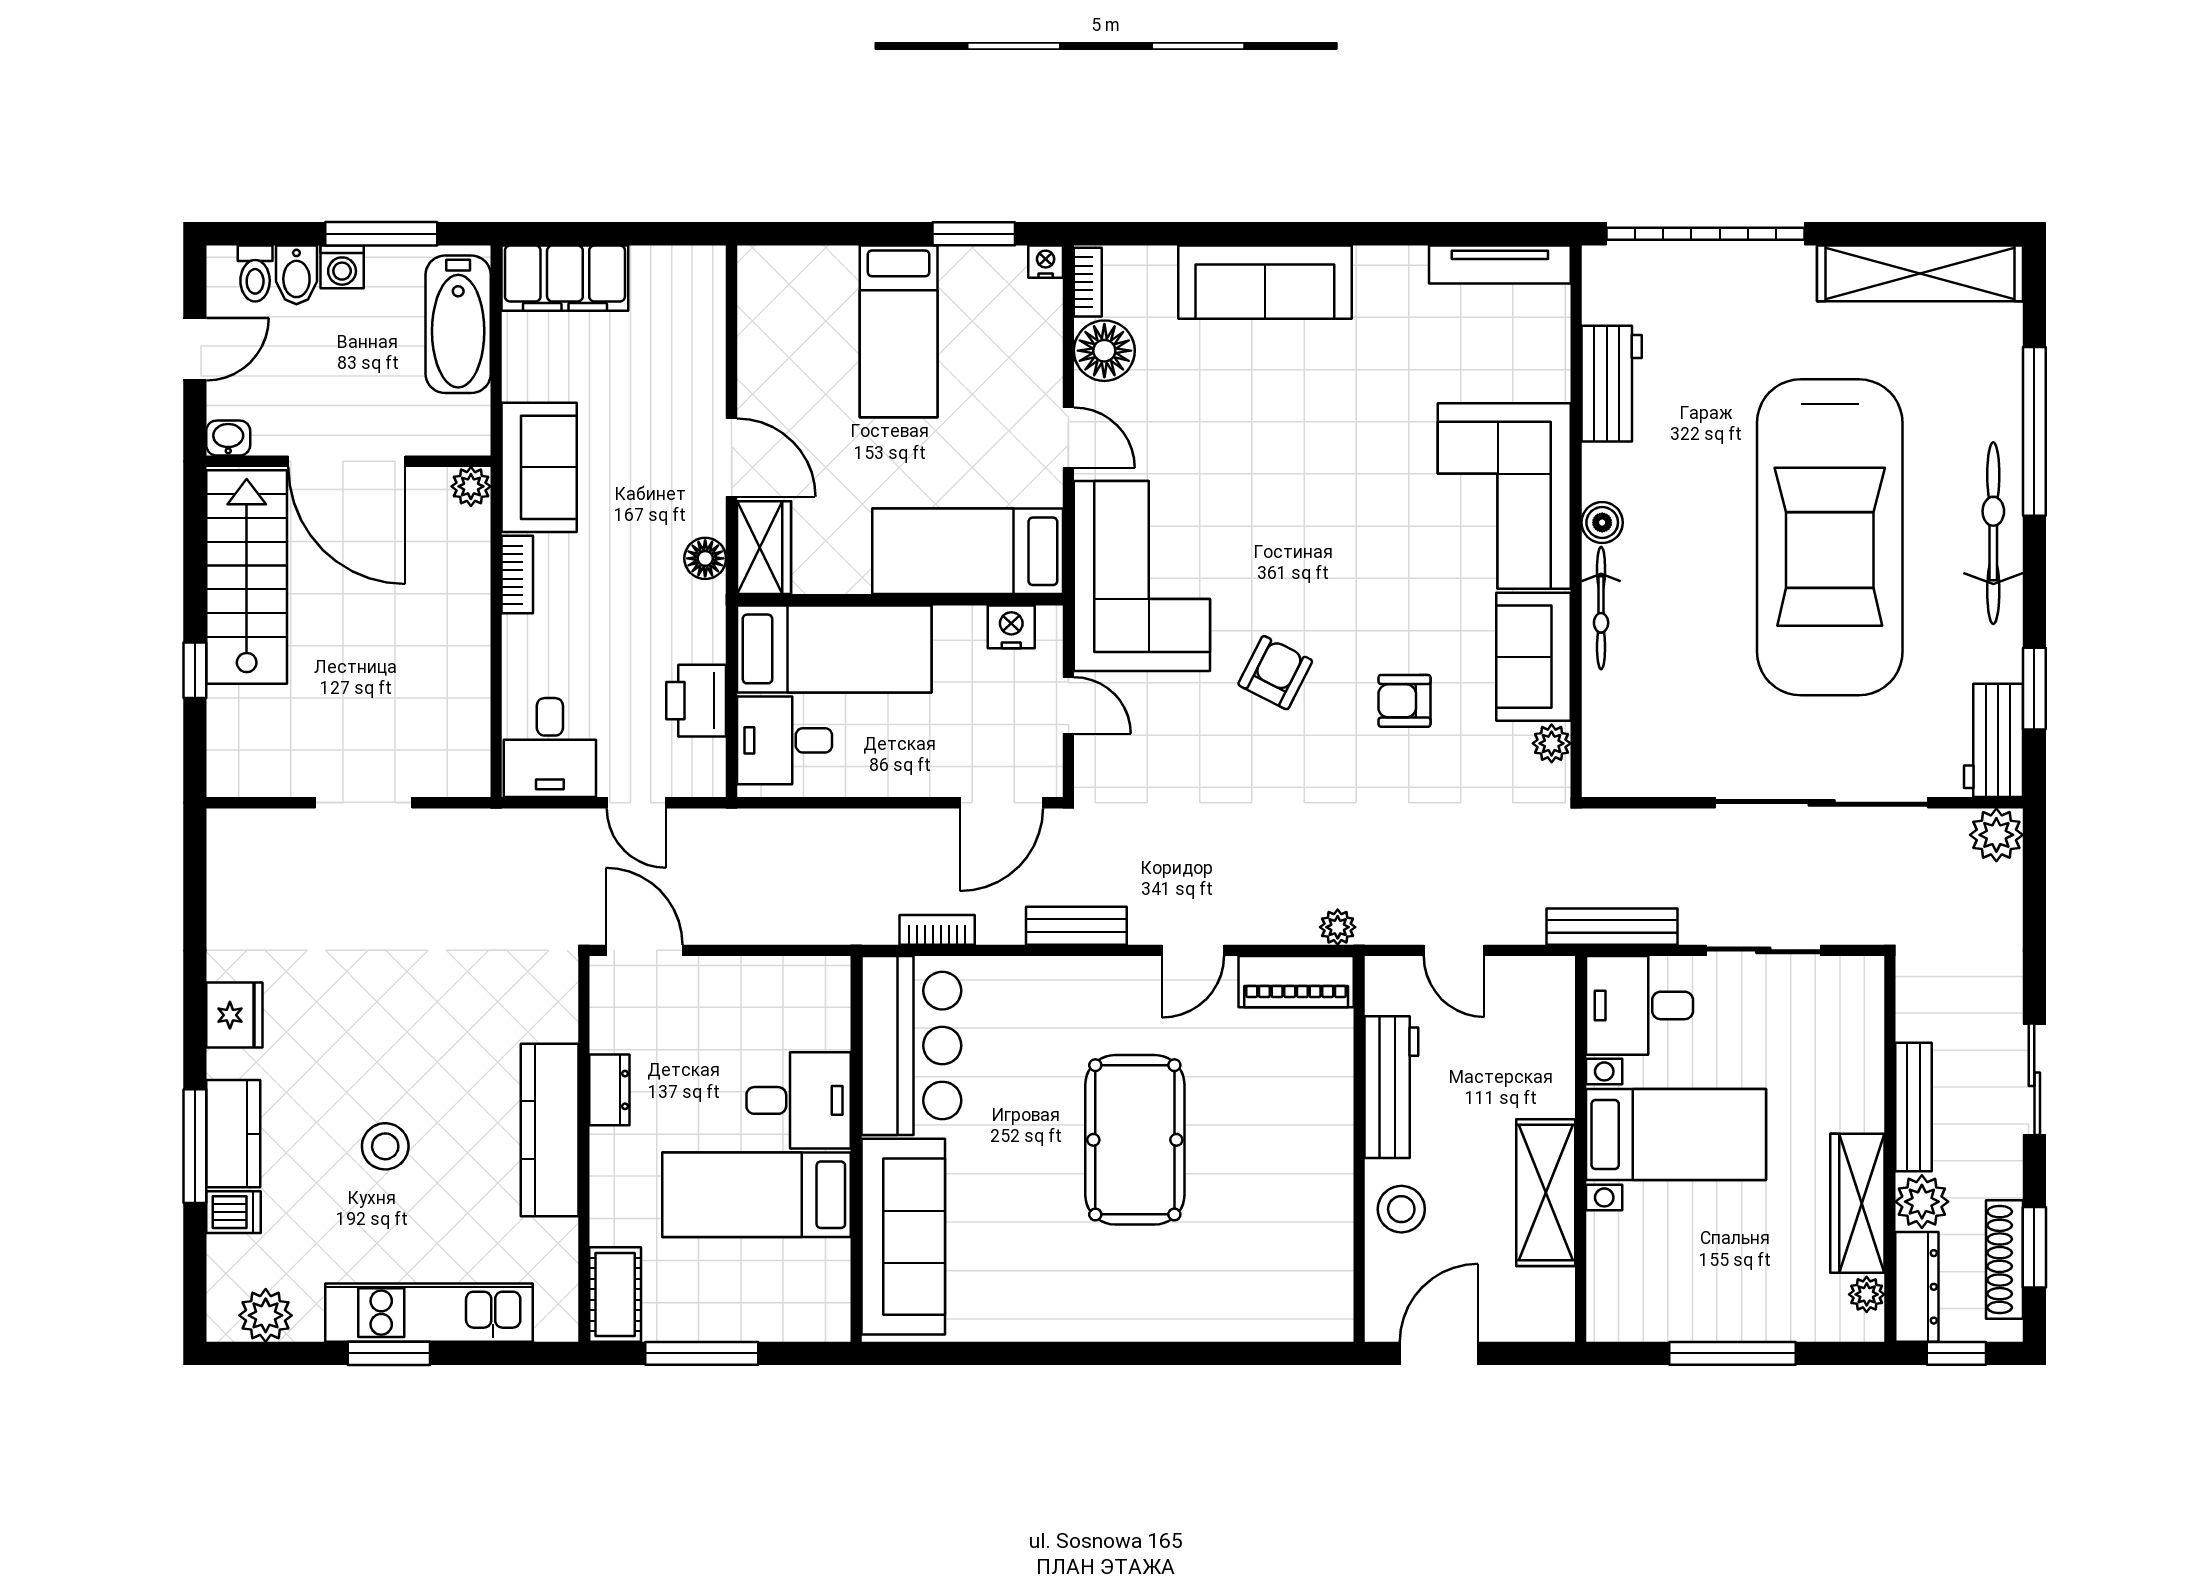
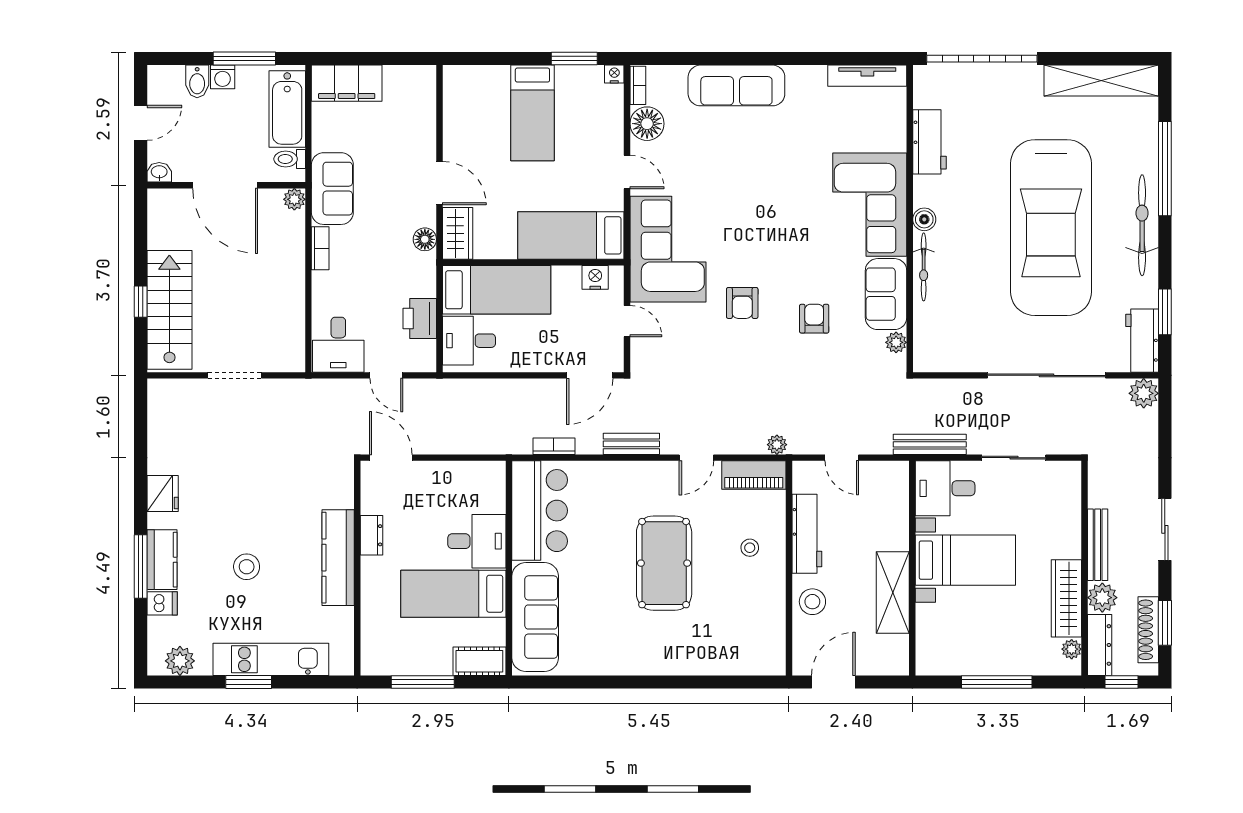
toilet: (255, 273) -> (290, 159), moved, turned 90
stairs: (247, 577) -> (169, 310), moved
armchair: (1275, 673) -> (742, 303), turned 153
armchair: (1404, 701) -> (814, 319), turned 90
stool: (1289, 1112) -> (750, 548), added
cot: (615, 1294) -> (479, 661), moved, turned 90

